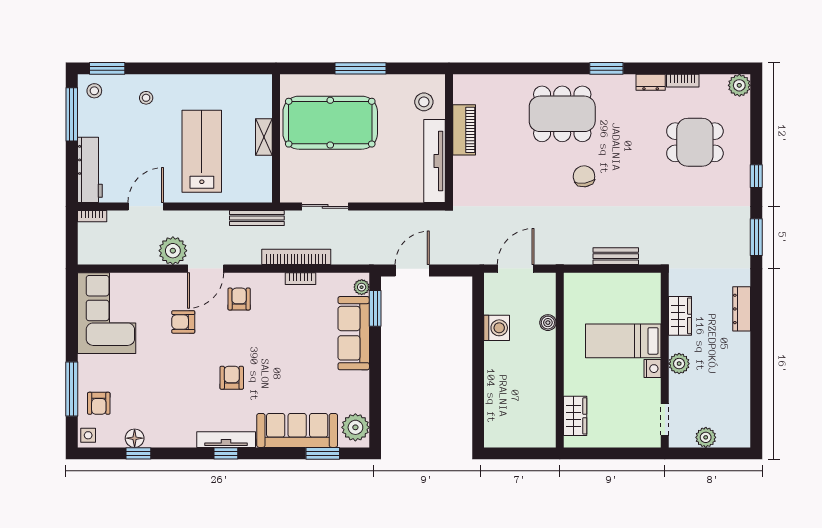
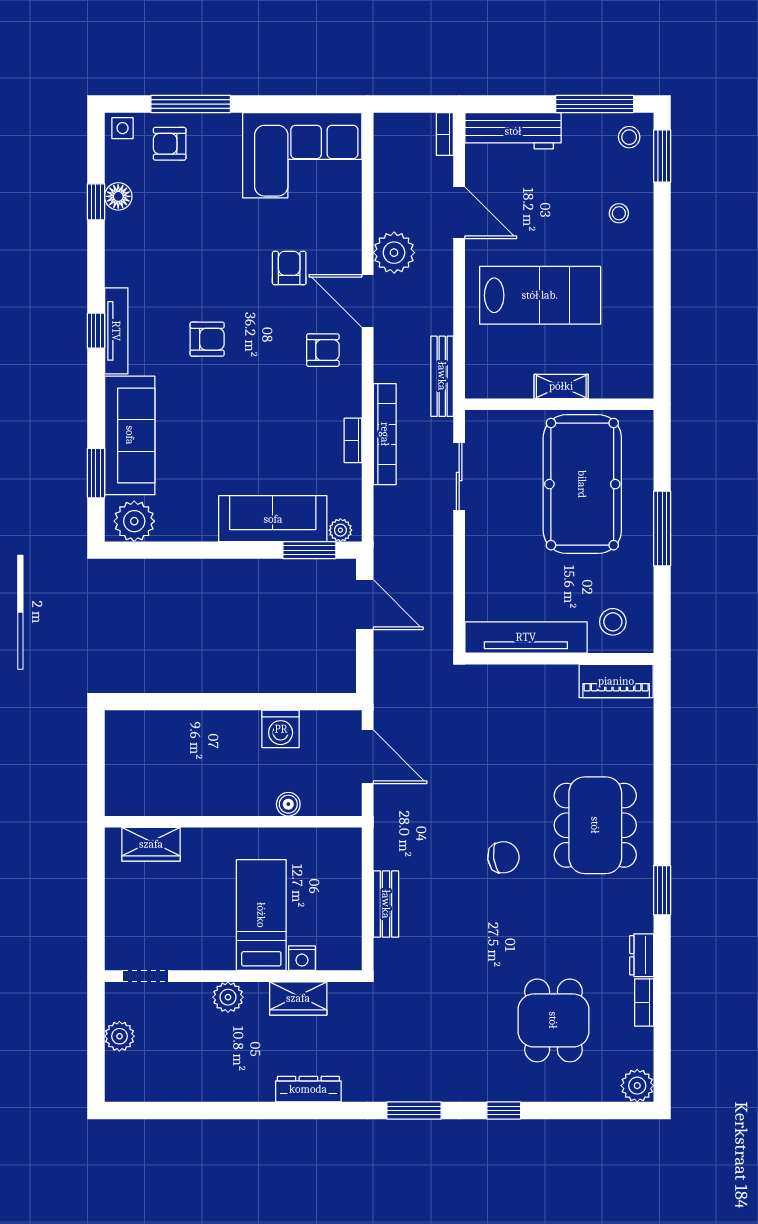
piano: (464, 130) -> (616, 681), moved
nightstand: (653, 369) -> (302, 958), moved

